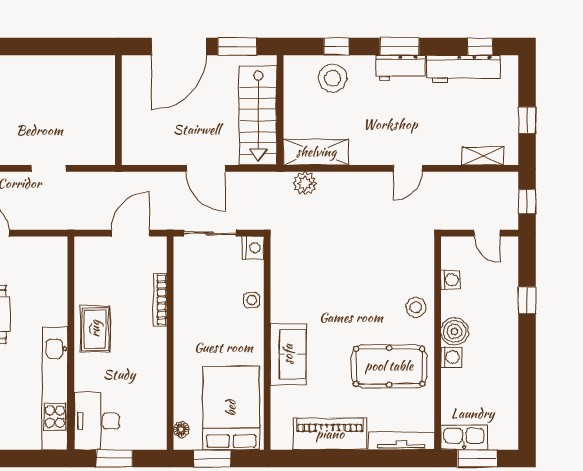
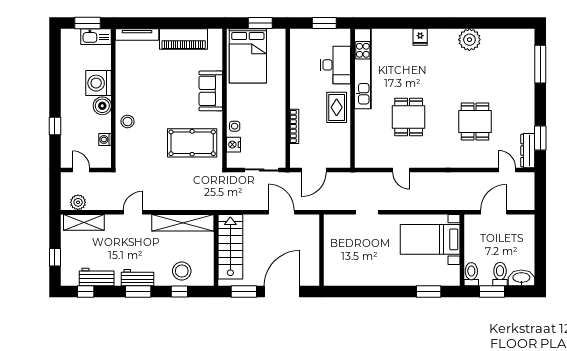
workbench: (463, 69) -> (97, 277), width x0.73
window: (527, 120) -> (55, 257), moved
shelving: (316, 152) -> (183, 223), width x1.47
shelving: (483, 156) -> (84, 222), width x1.50, depth x1.33
door: (206, 168) -> (281, 212), moved
plant: (305, 183) -> (78, 202), moved
window: (527, 202) -> (55, 190), removed
nightstand: (253, 248) -> (233, 145), moved
washing machine: (451, 357) -> (99, 83), width x1.89, depth x1.89
pool table: (389, 366) -> (192, 143), moved
desk: (97, 421) -> (335, 65), moved
floor lamp: (181, 429) -> (281, 42), removed

